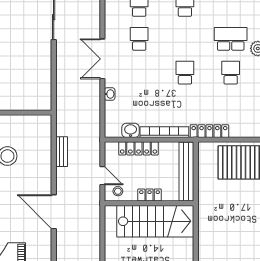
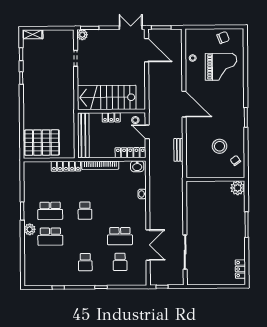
school desk: (139, 39) -> (120, 236), width x1.85
double door: (102, 59) -> (148, 245), moved
school desk: (231, 73) -> (50, 211), width x1.85
washbasin: (131, 130) -> (137, 166), moved
locker: (139, 148) -> (130, 153), moved

